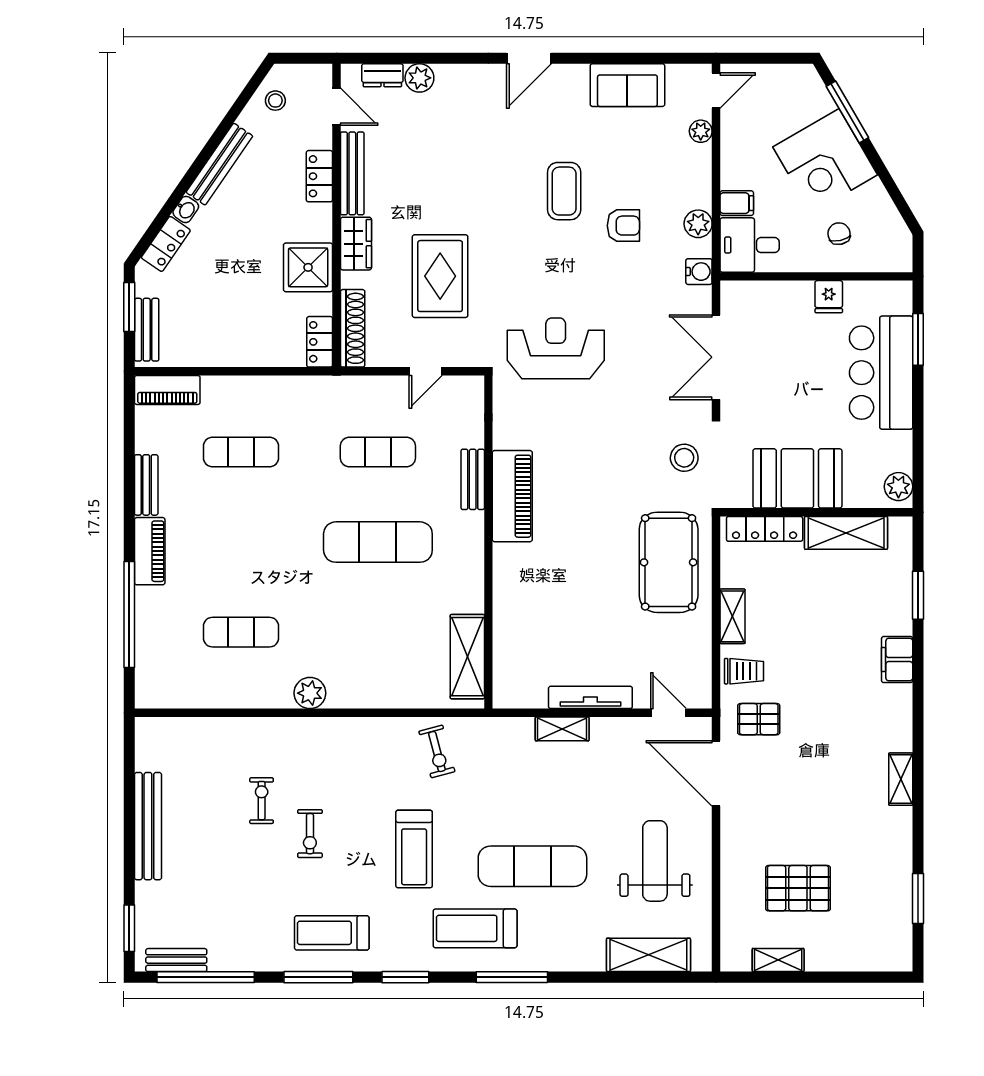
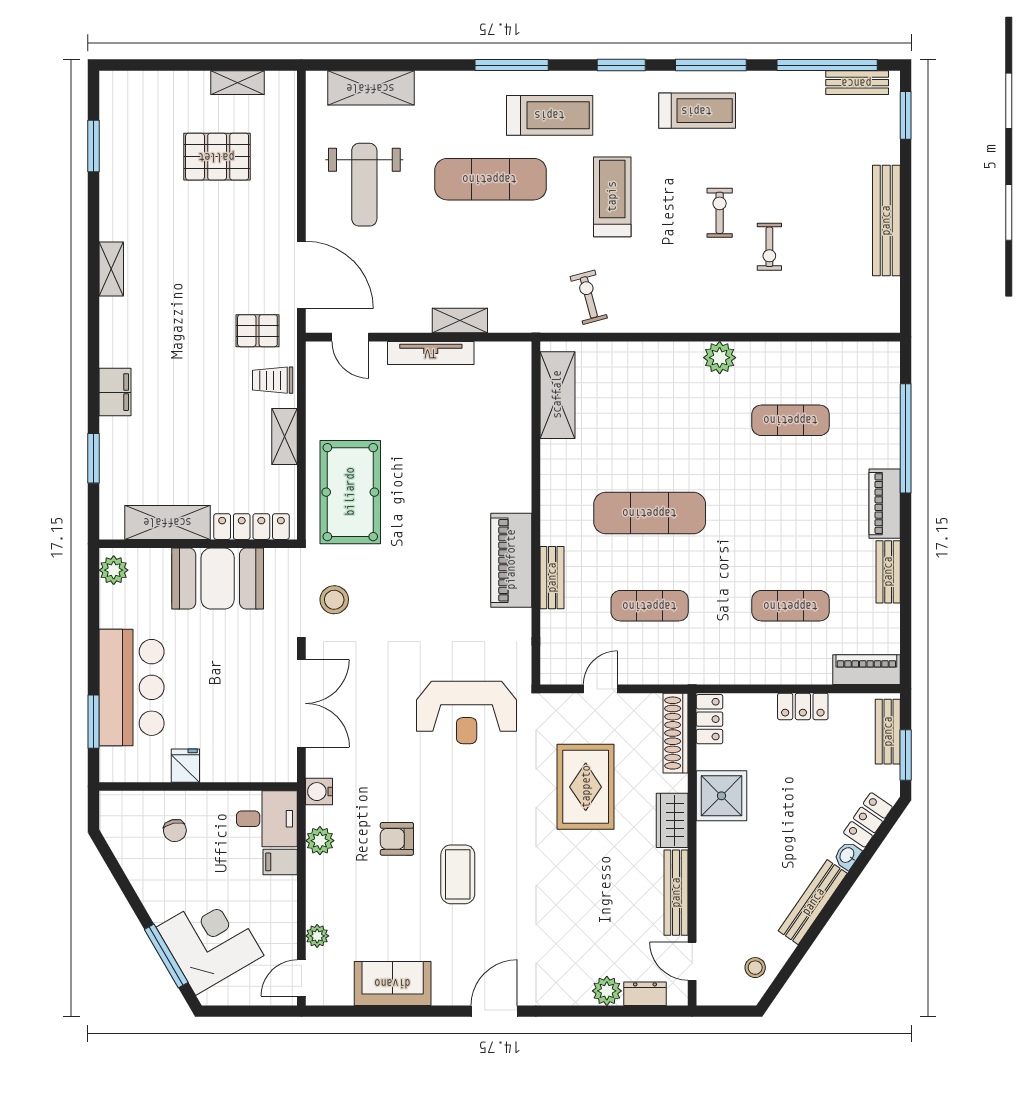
corner desk: (825, 161) -> (210, 941), moved
locker: (319, 176) -> (803, 706), moved, turned 90

